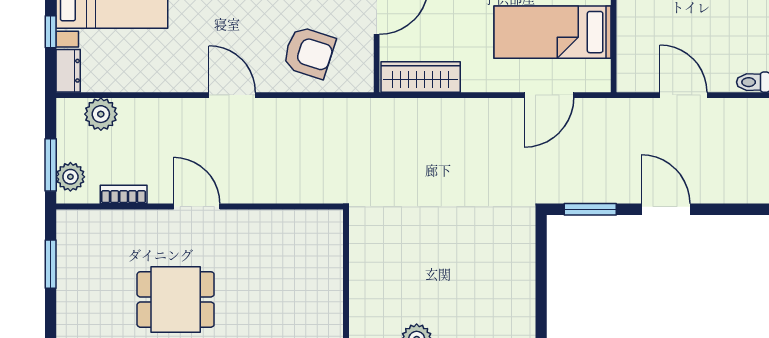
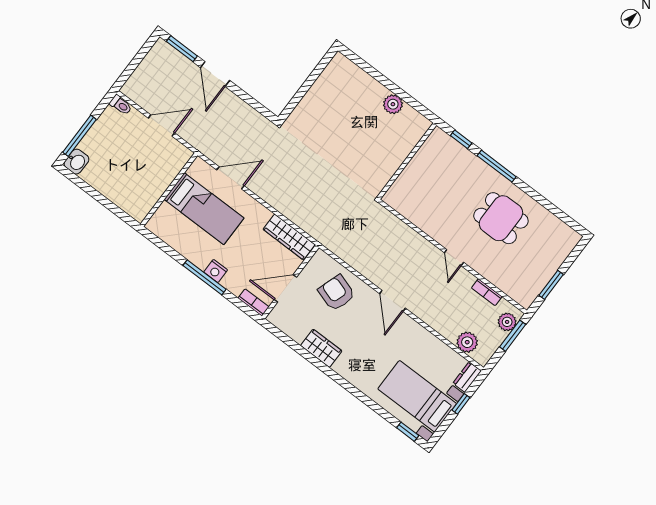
door: (683, 95) -> (161, 125), swing flipped
door: (197, 207) -> (454, 258), width x0.73
window: (590, 209) -> (182, 49), moved

